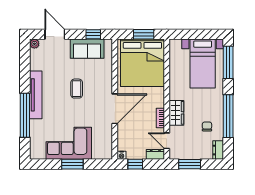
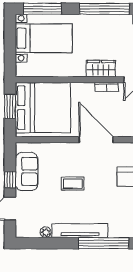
window: (93, 34) -> (10, 180), moved
plant: (34, 44) -> (46, 232), moved
chair: (207, 126) -> (116, 33), removed

